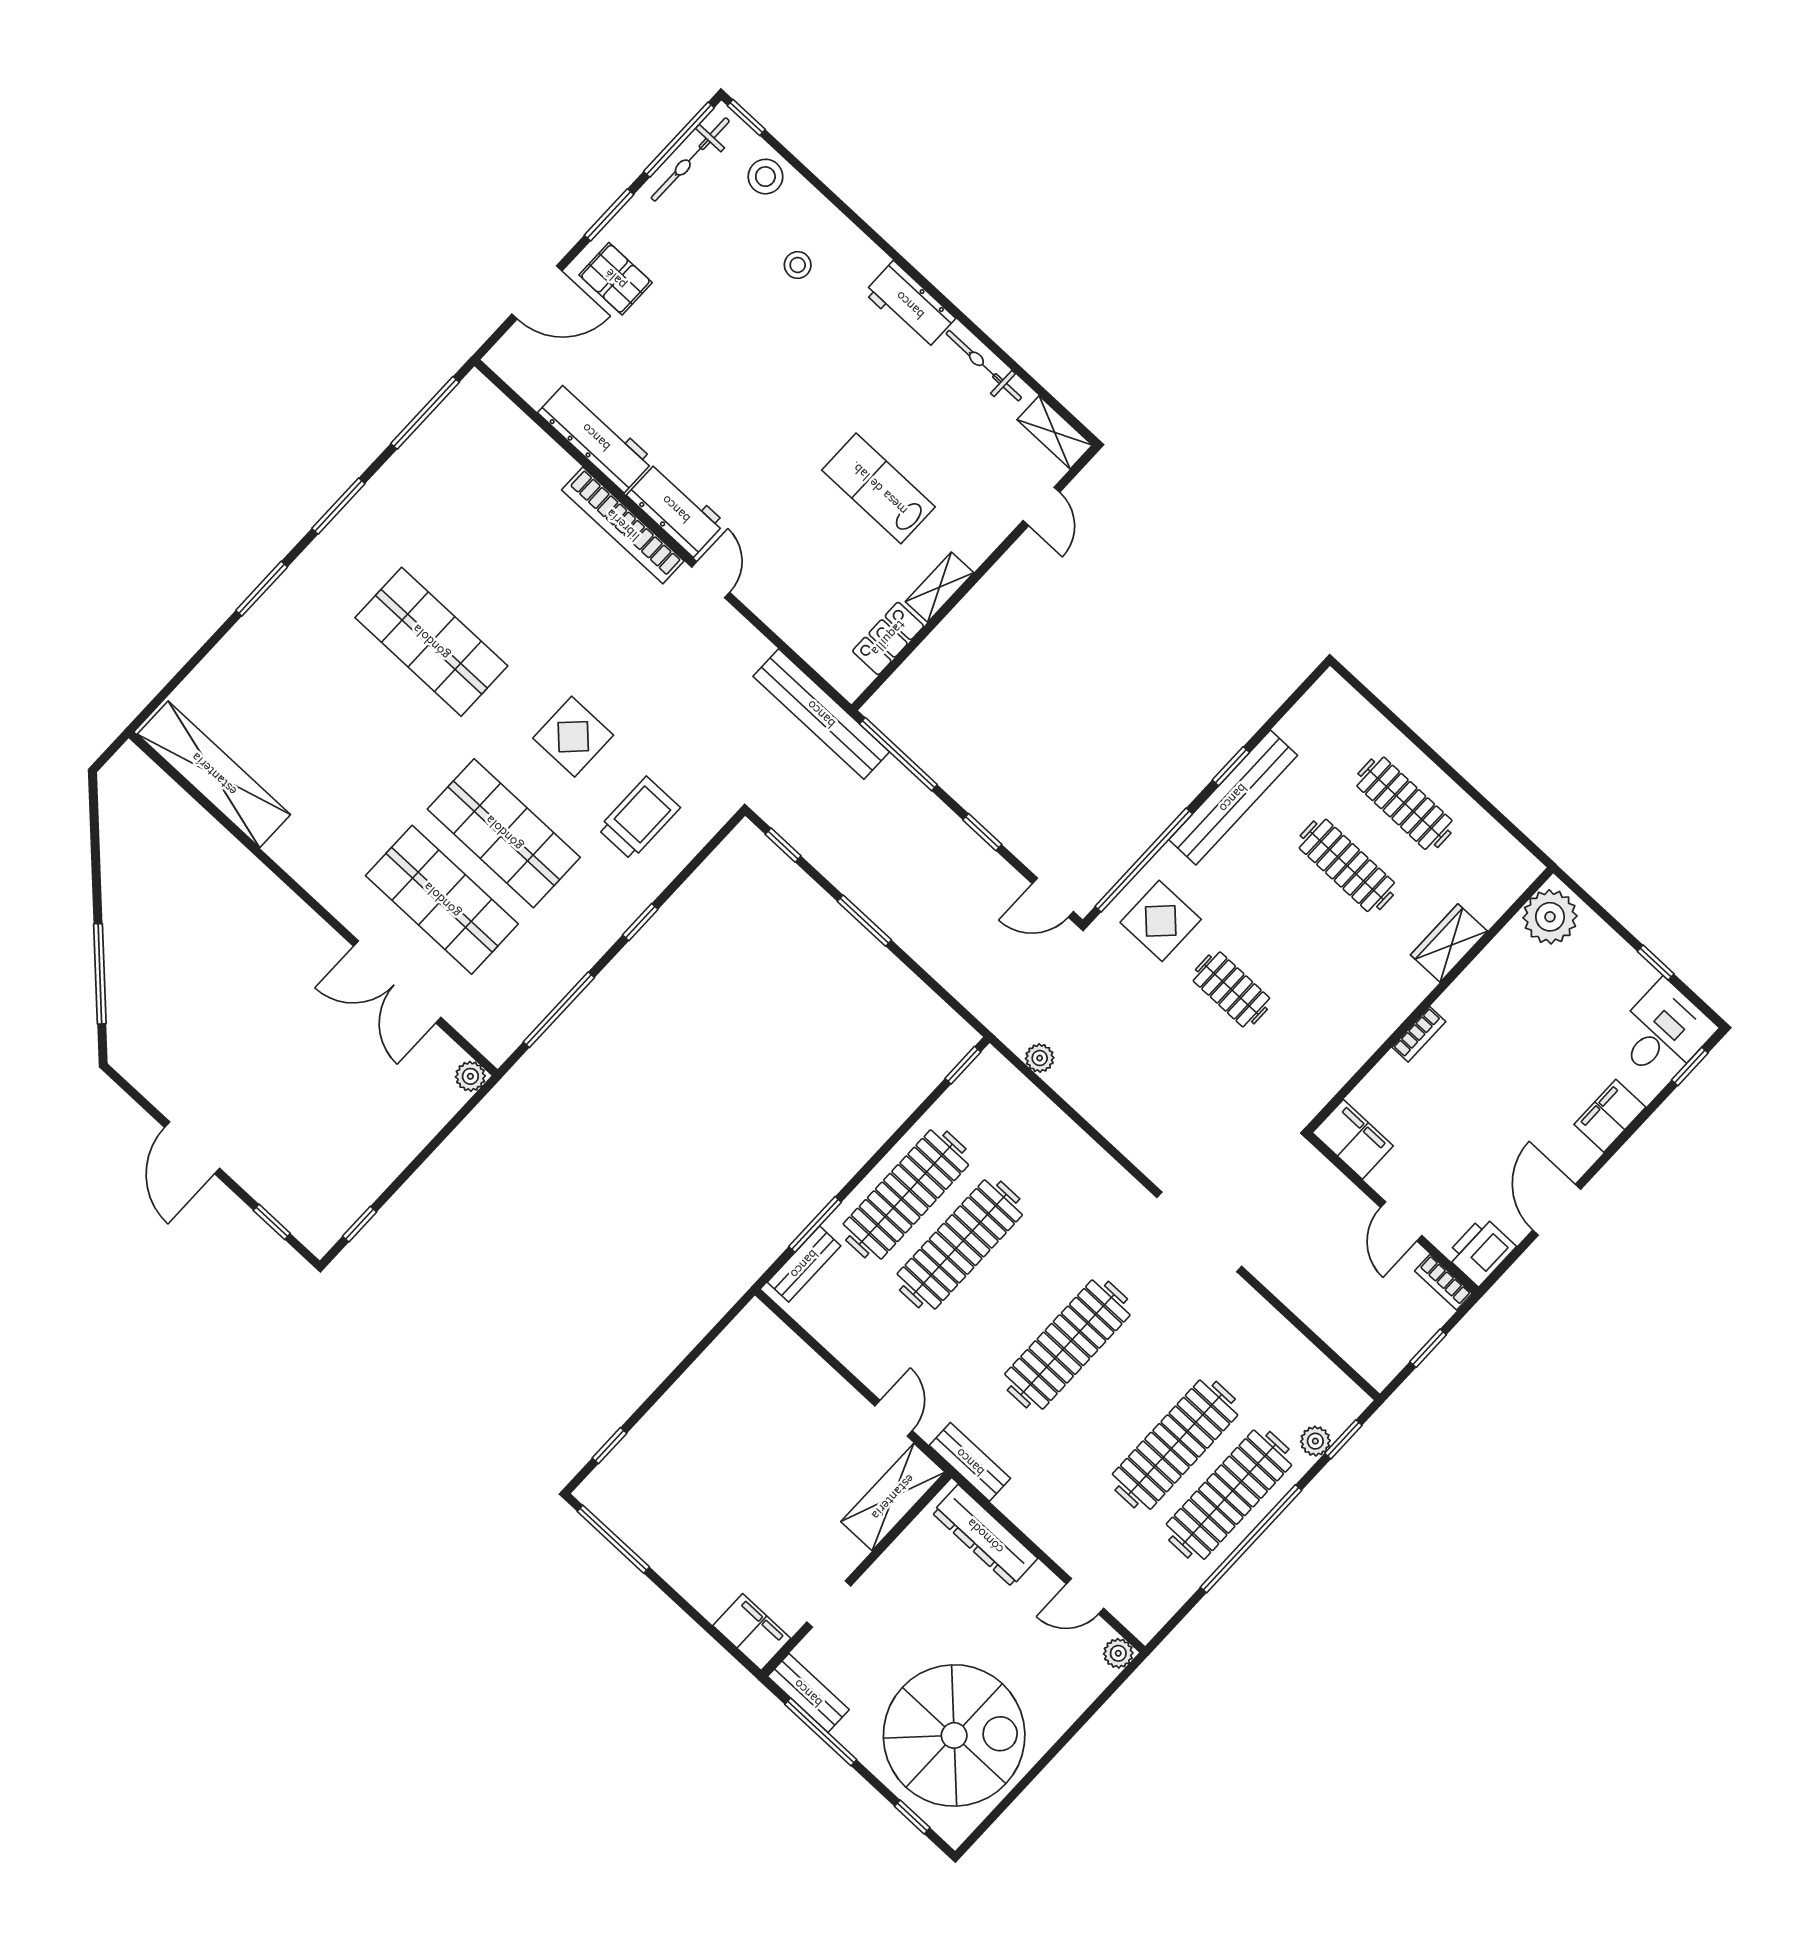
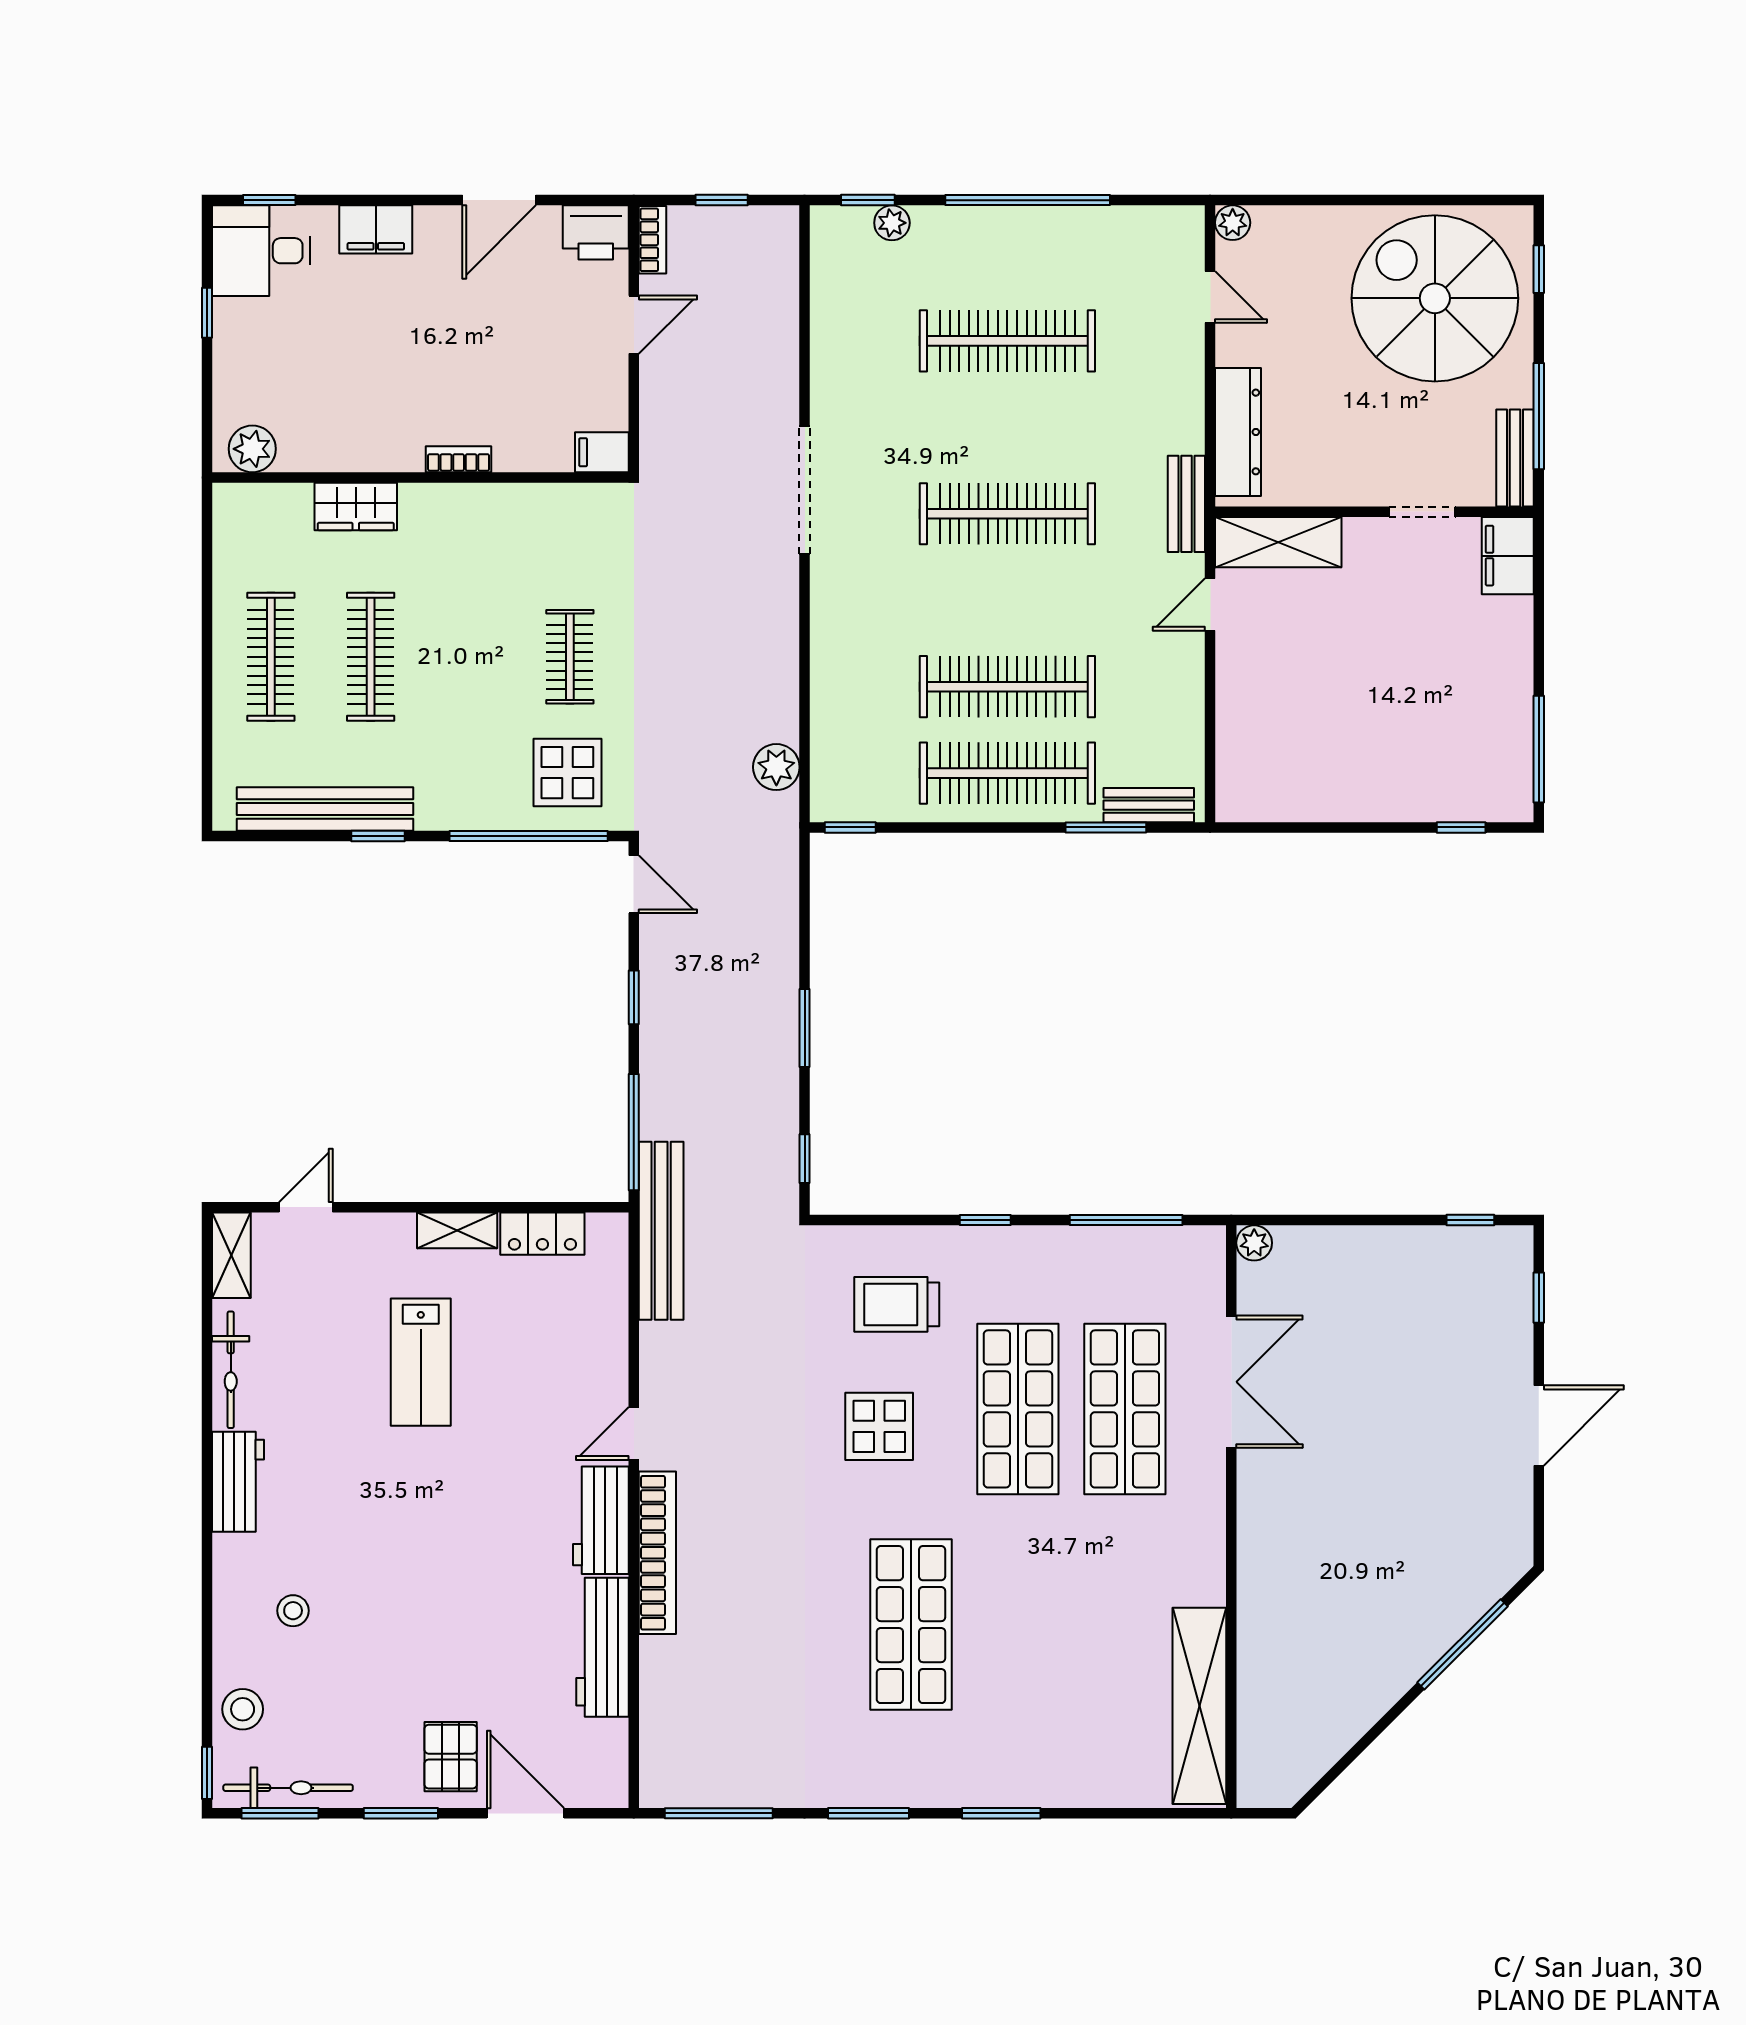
window: (679, 140) -> (280, 1813), width x0.69
bench: (1233, 798) -> (325, 809), moved
plant: (1550, 917) -> (252, 449), width x0.73, depth x0.73
plant: (1040, 1058) -> (776, 767), width x1.38, depth x1.38
filing cabinet: (1353, 1139) -> (602, 452), width x0.50
clothes rail: (1229, 1495) -> (1007, 254), removed

